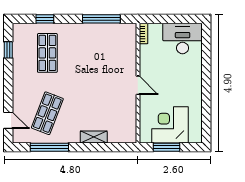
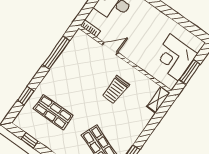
door: (138, 85) -> (110, 48), moved
trolley: (105, 94) -> (116, 90), added
shelving: (94, 137) -> (158, 100), moved

